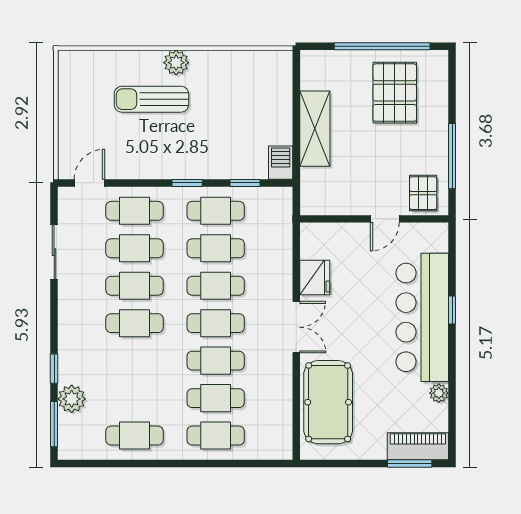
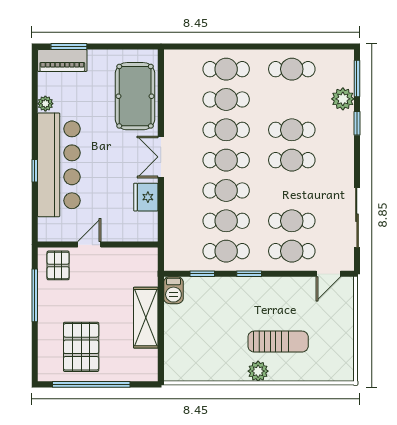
sliding door: (54, 252) -> (357, 218), width x1.37
cafe table: (135, 286) -> (292, 130), moved

